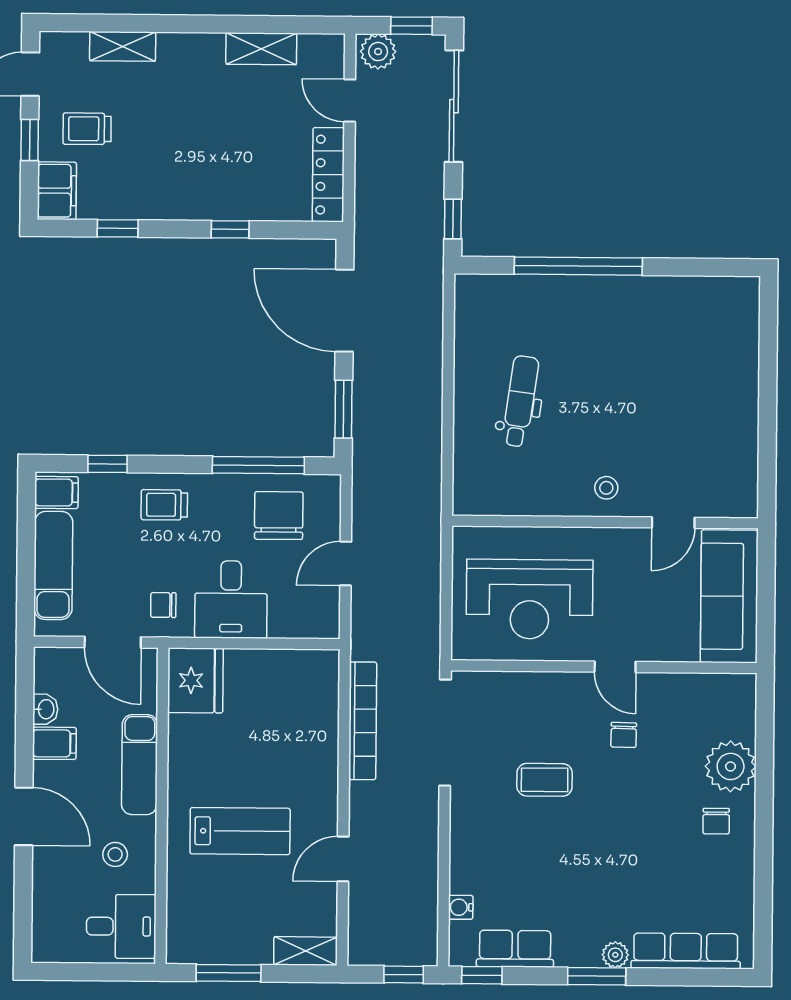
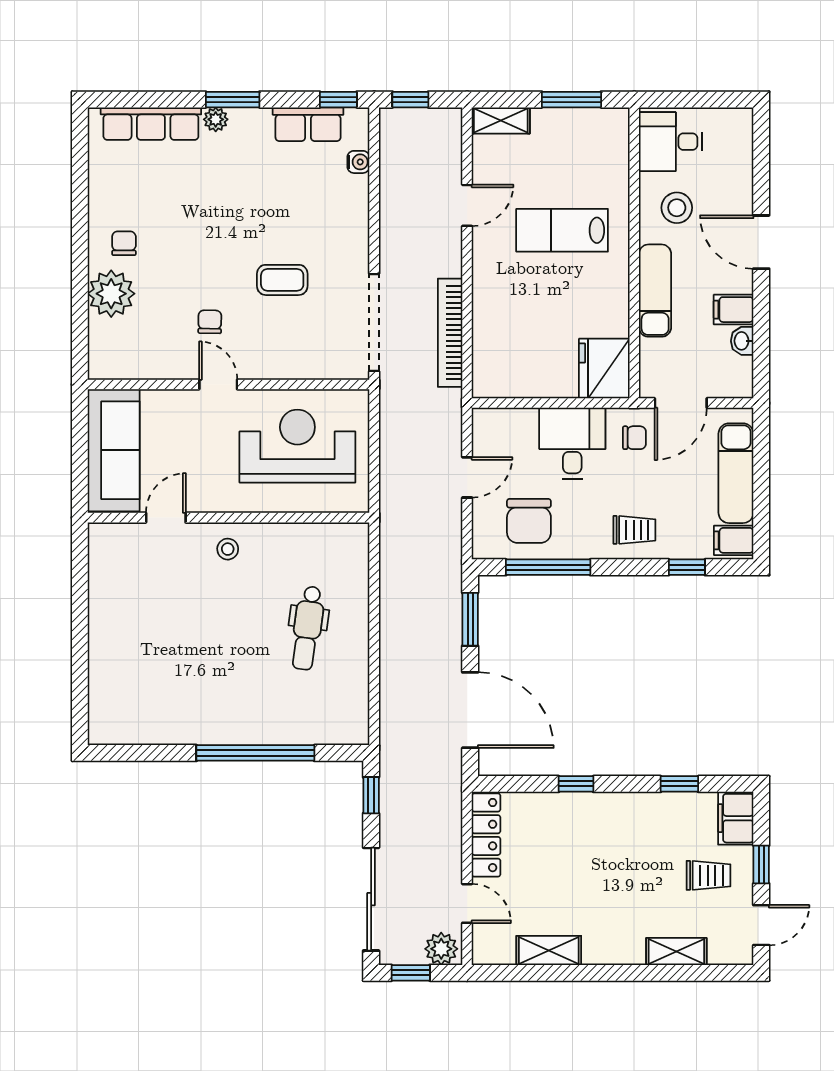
door: (113, 642) -> (681, 403), swing flipped
stool: (115, 854) -> (677, 208), width x1.37, depth x1.37

